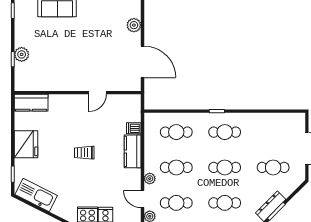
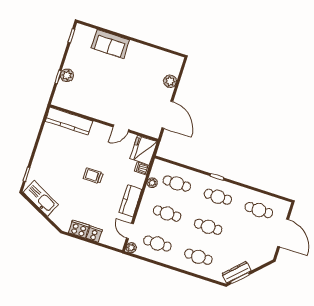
kitchen counter: (31, 103) -> (69, 121), width x1.50
fridge: (26, 144) -> (144, 150), moved, turned 180
kitchen counter: (133, 151) -> (130, 201), moved
cafe table: (273, 167) -> (259, 210), moved
plant: (150, 179) -> (152, 183), moved

